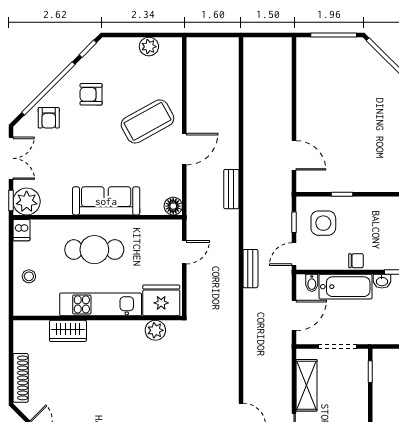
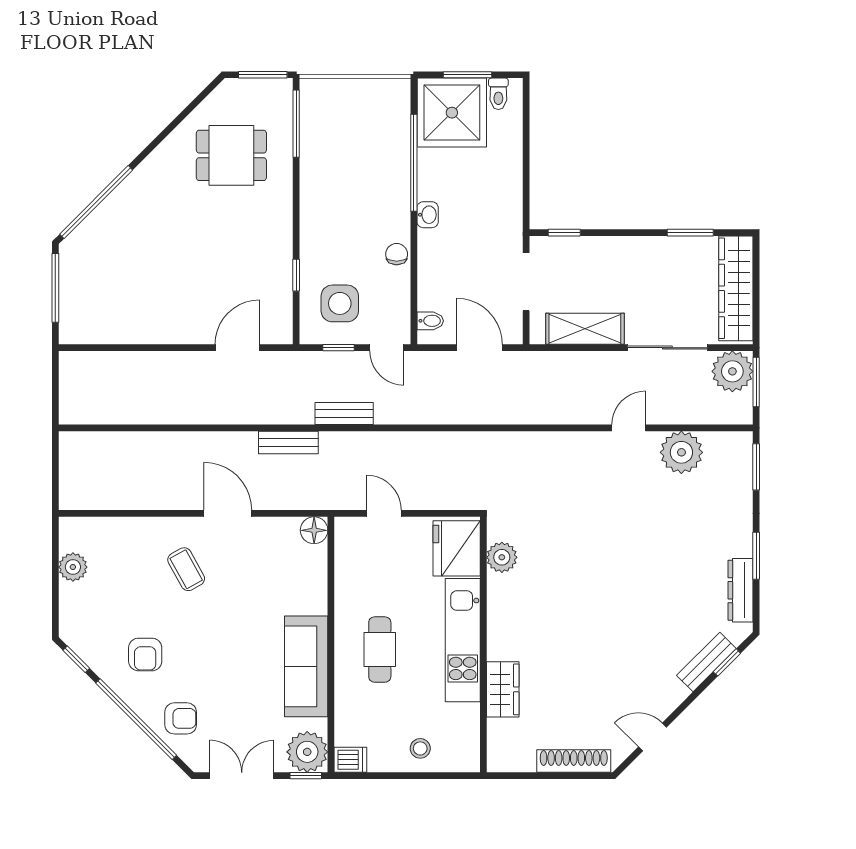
coffee table: (147, 121) -> (186, 569), width x0.54, depth x0.58
sofa: (106, 201) -> (306, 666), moved
cafe table: (94, 250) -> (380, 650), width x0.73, depth x0.74
bench: (250, 269) -> (344, 414), moved
bathtub: (346, 287) -> (436, 270), removed

